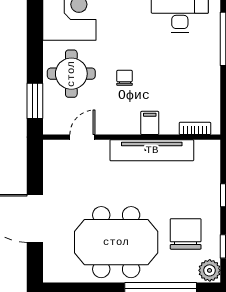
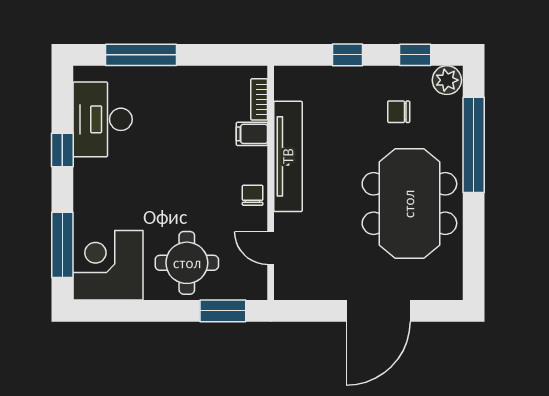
chair: (125, 78) -> (253, 195), moved, turned 90
filing cabinet: (150, 123) -> (252, 134), moved
chair: (186, 234) -> (399, 112), width x0.54, depth x0.54

